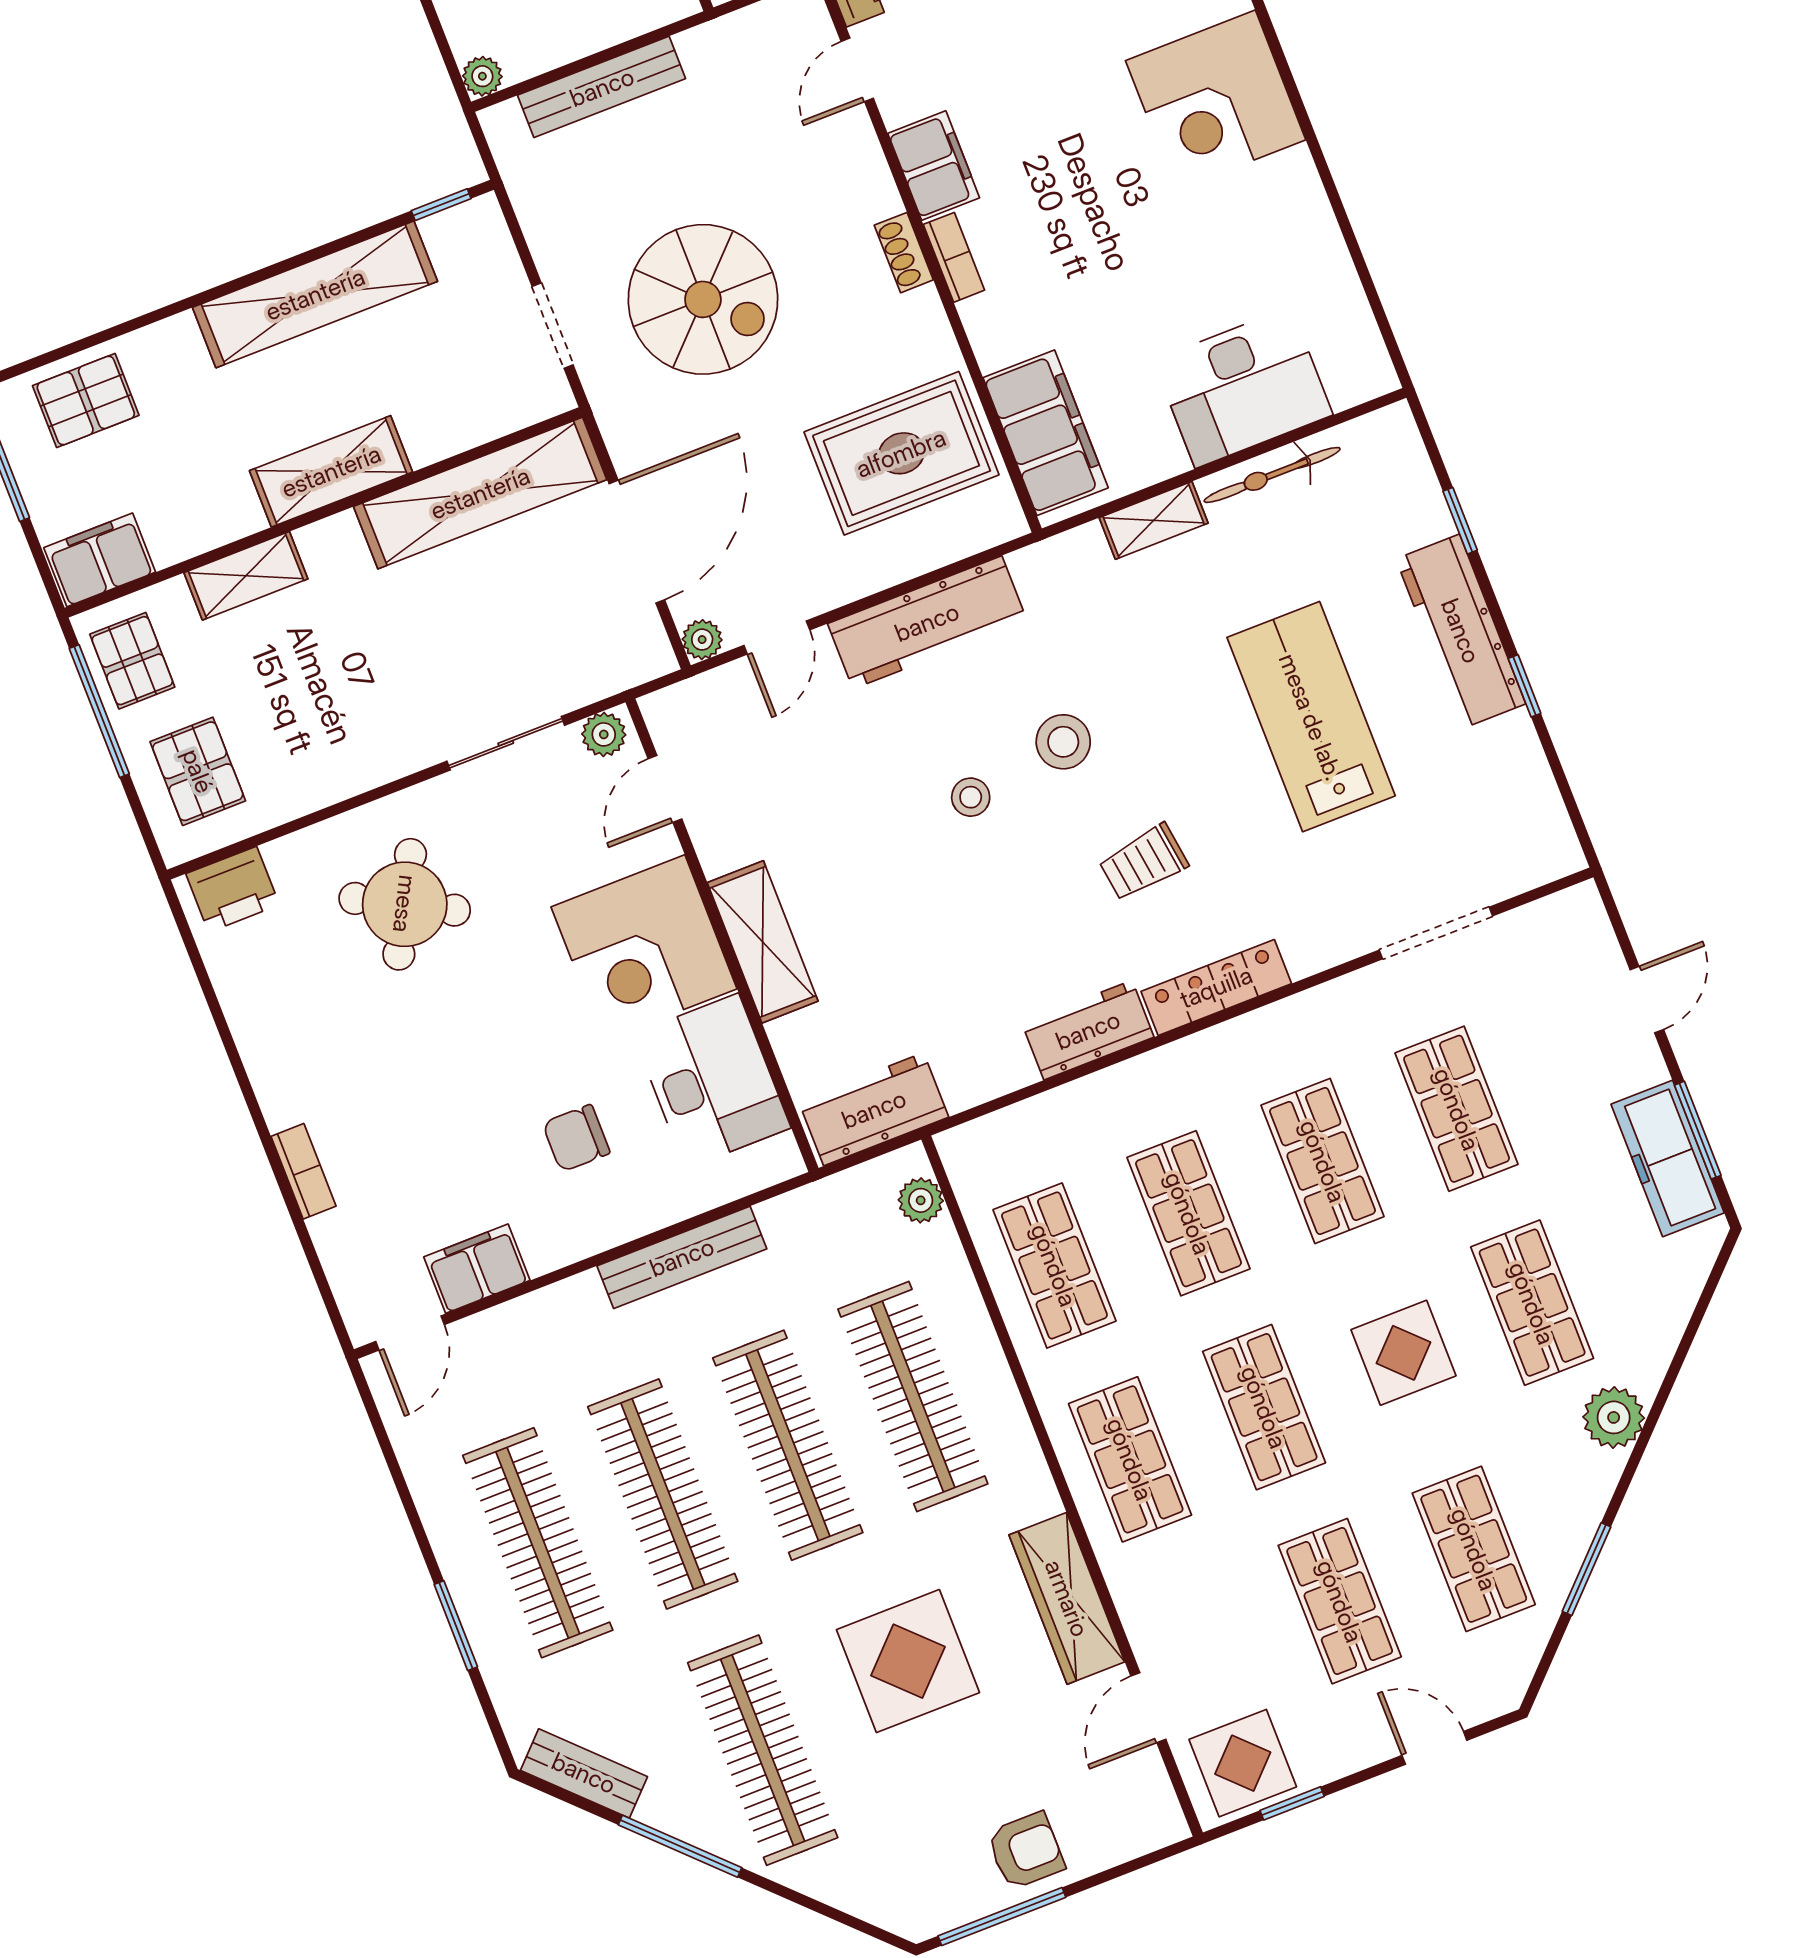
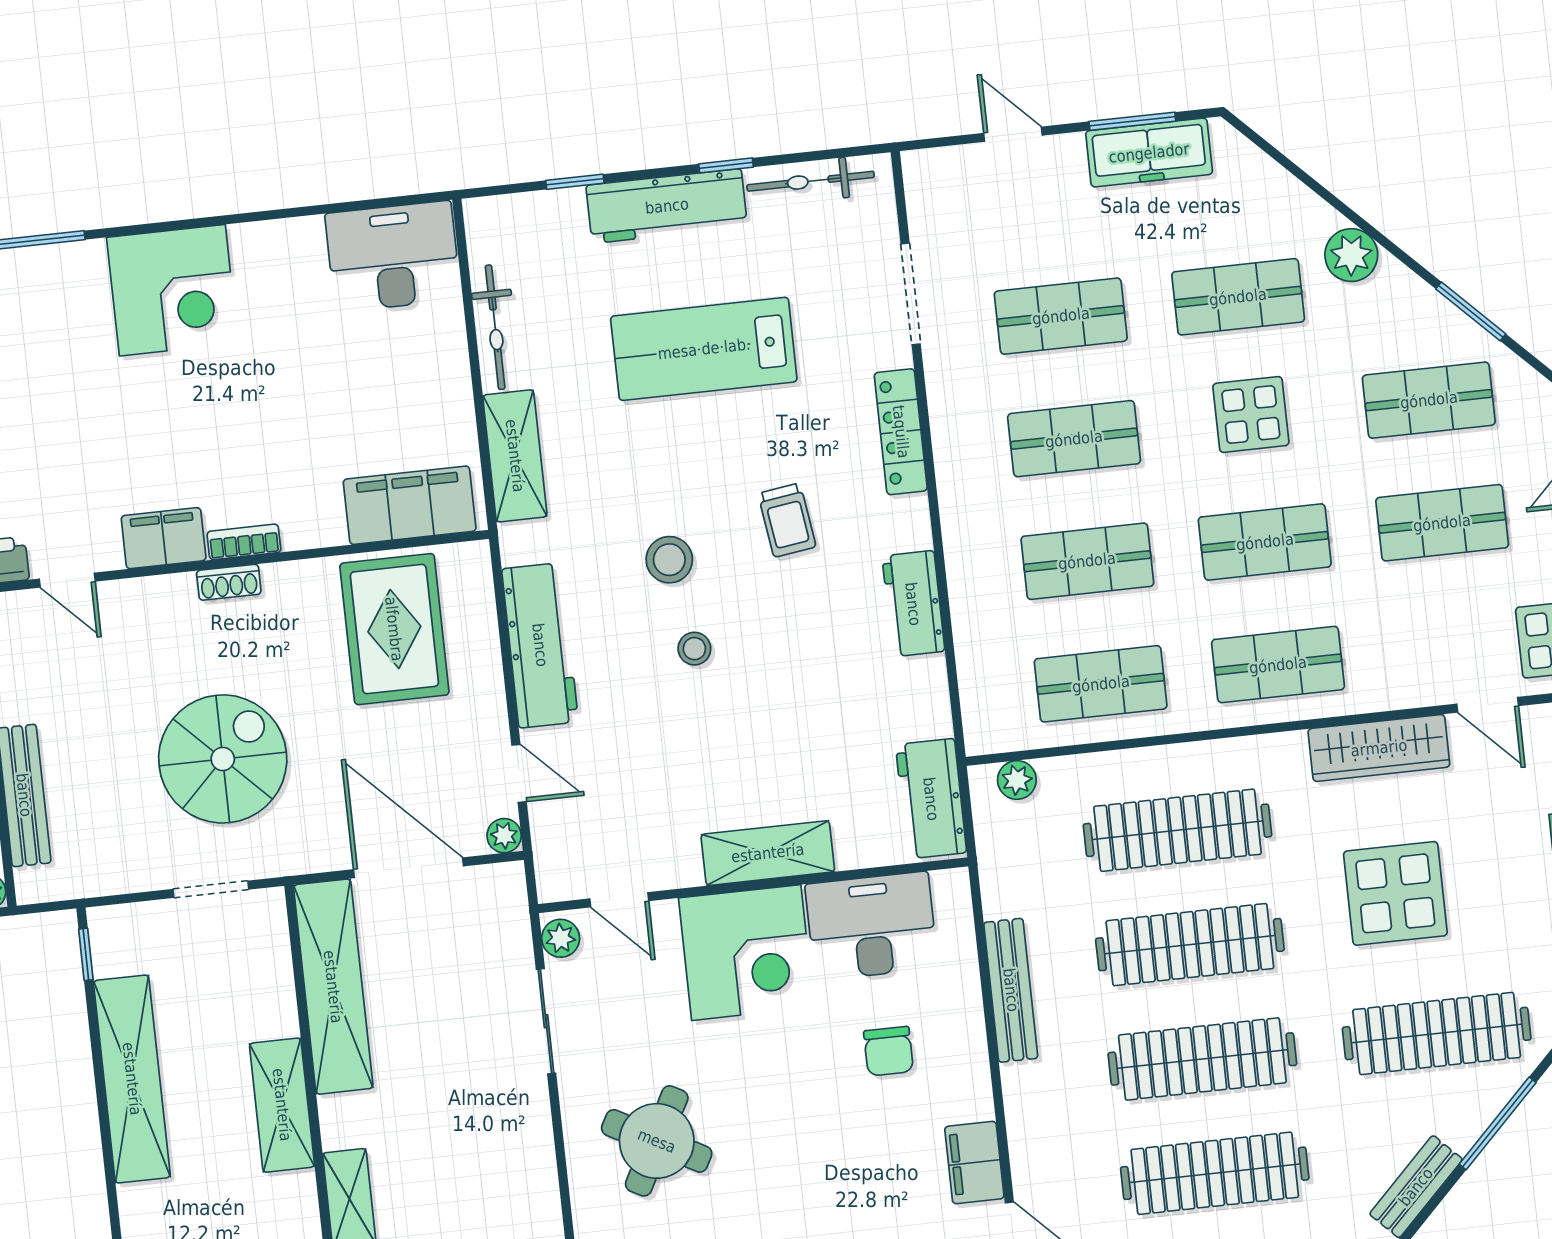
desk: (1243, 388) -> (393, 256), moved, turned -90
shelving: (1154, 520) -> (515, 456), width x1.50, depth x1.33
bicycle: (1532, 786) -> (811, 181), added
locker: (1216, 987) -> (901, 432), moved

